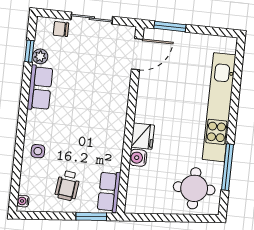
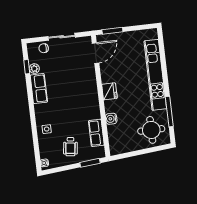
fridge: (143, 136) -> (109, 91), moved
row of seats: (109, 192) -> (96, 133), moved

